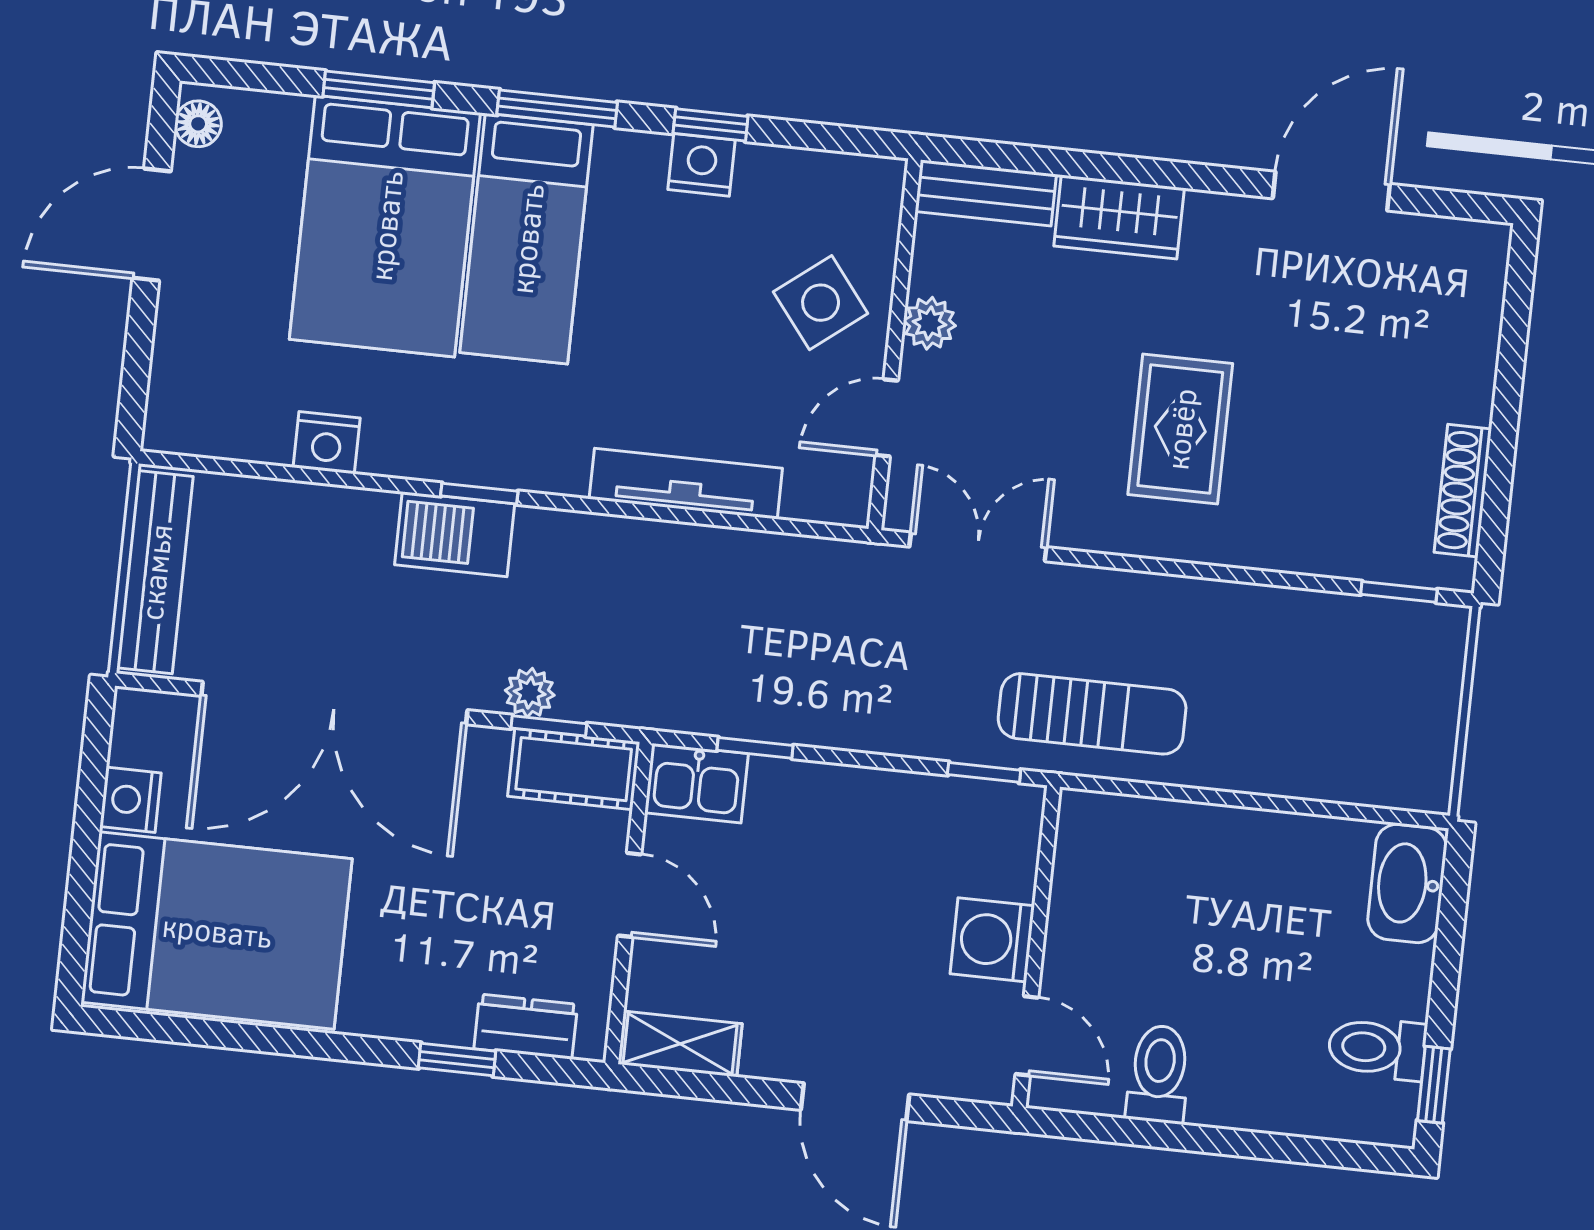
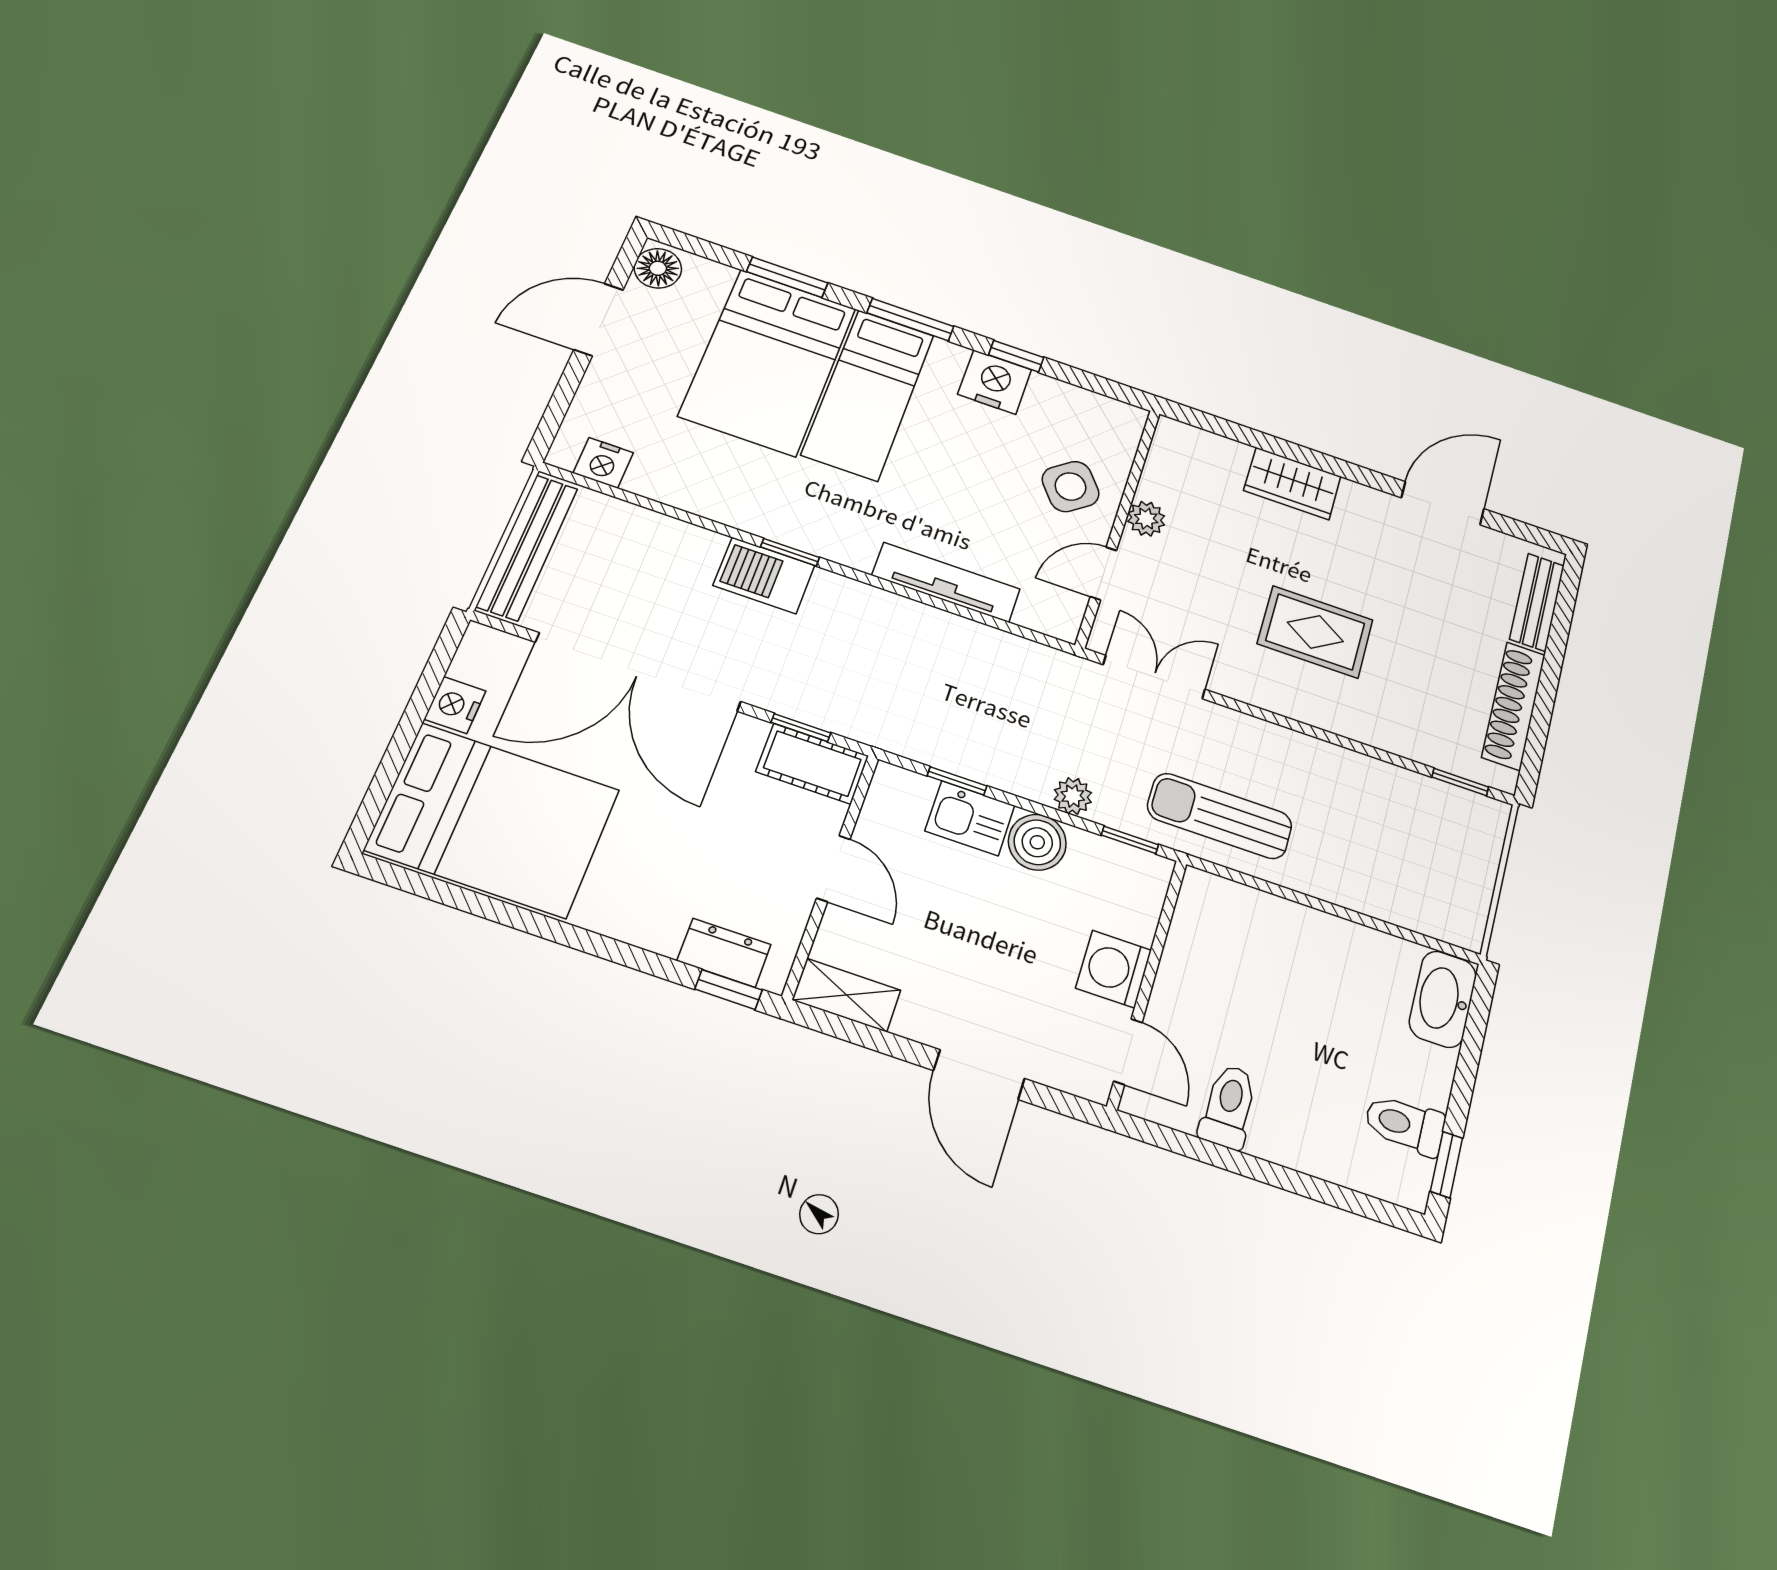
floor lamp: (198, 124) -> (658, 268), width x1.37, depth x1.37
nightstand: (702, 165) -> (995, 382), width x1.36, depth x1.33
bench: (986, 193) -> (1537, 602), moved, turned 90
rug: (1180, 429) -> (1315, 632), turned 90
nightstand: (327, 443) -> (603, 463), moved
shoe rack: (1463, 491) -> (1514, 706), width x1.36, depth x1.24
plant: (530, 693) -> (1073, 796), moved
sun lounger: (1092, 714) -> (1220, 816), turned 180
kitchen sink: (696, 783) -> (970, 818), moved
boiler: (870, 803) -> (1037, 842), added
window: (457, 1060) -> (729, 990), moved

